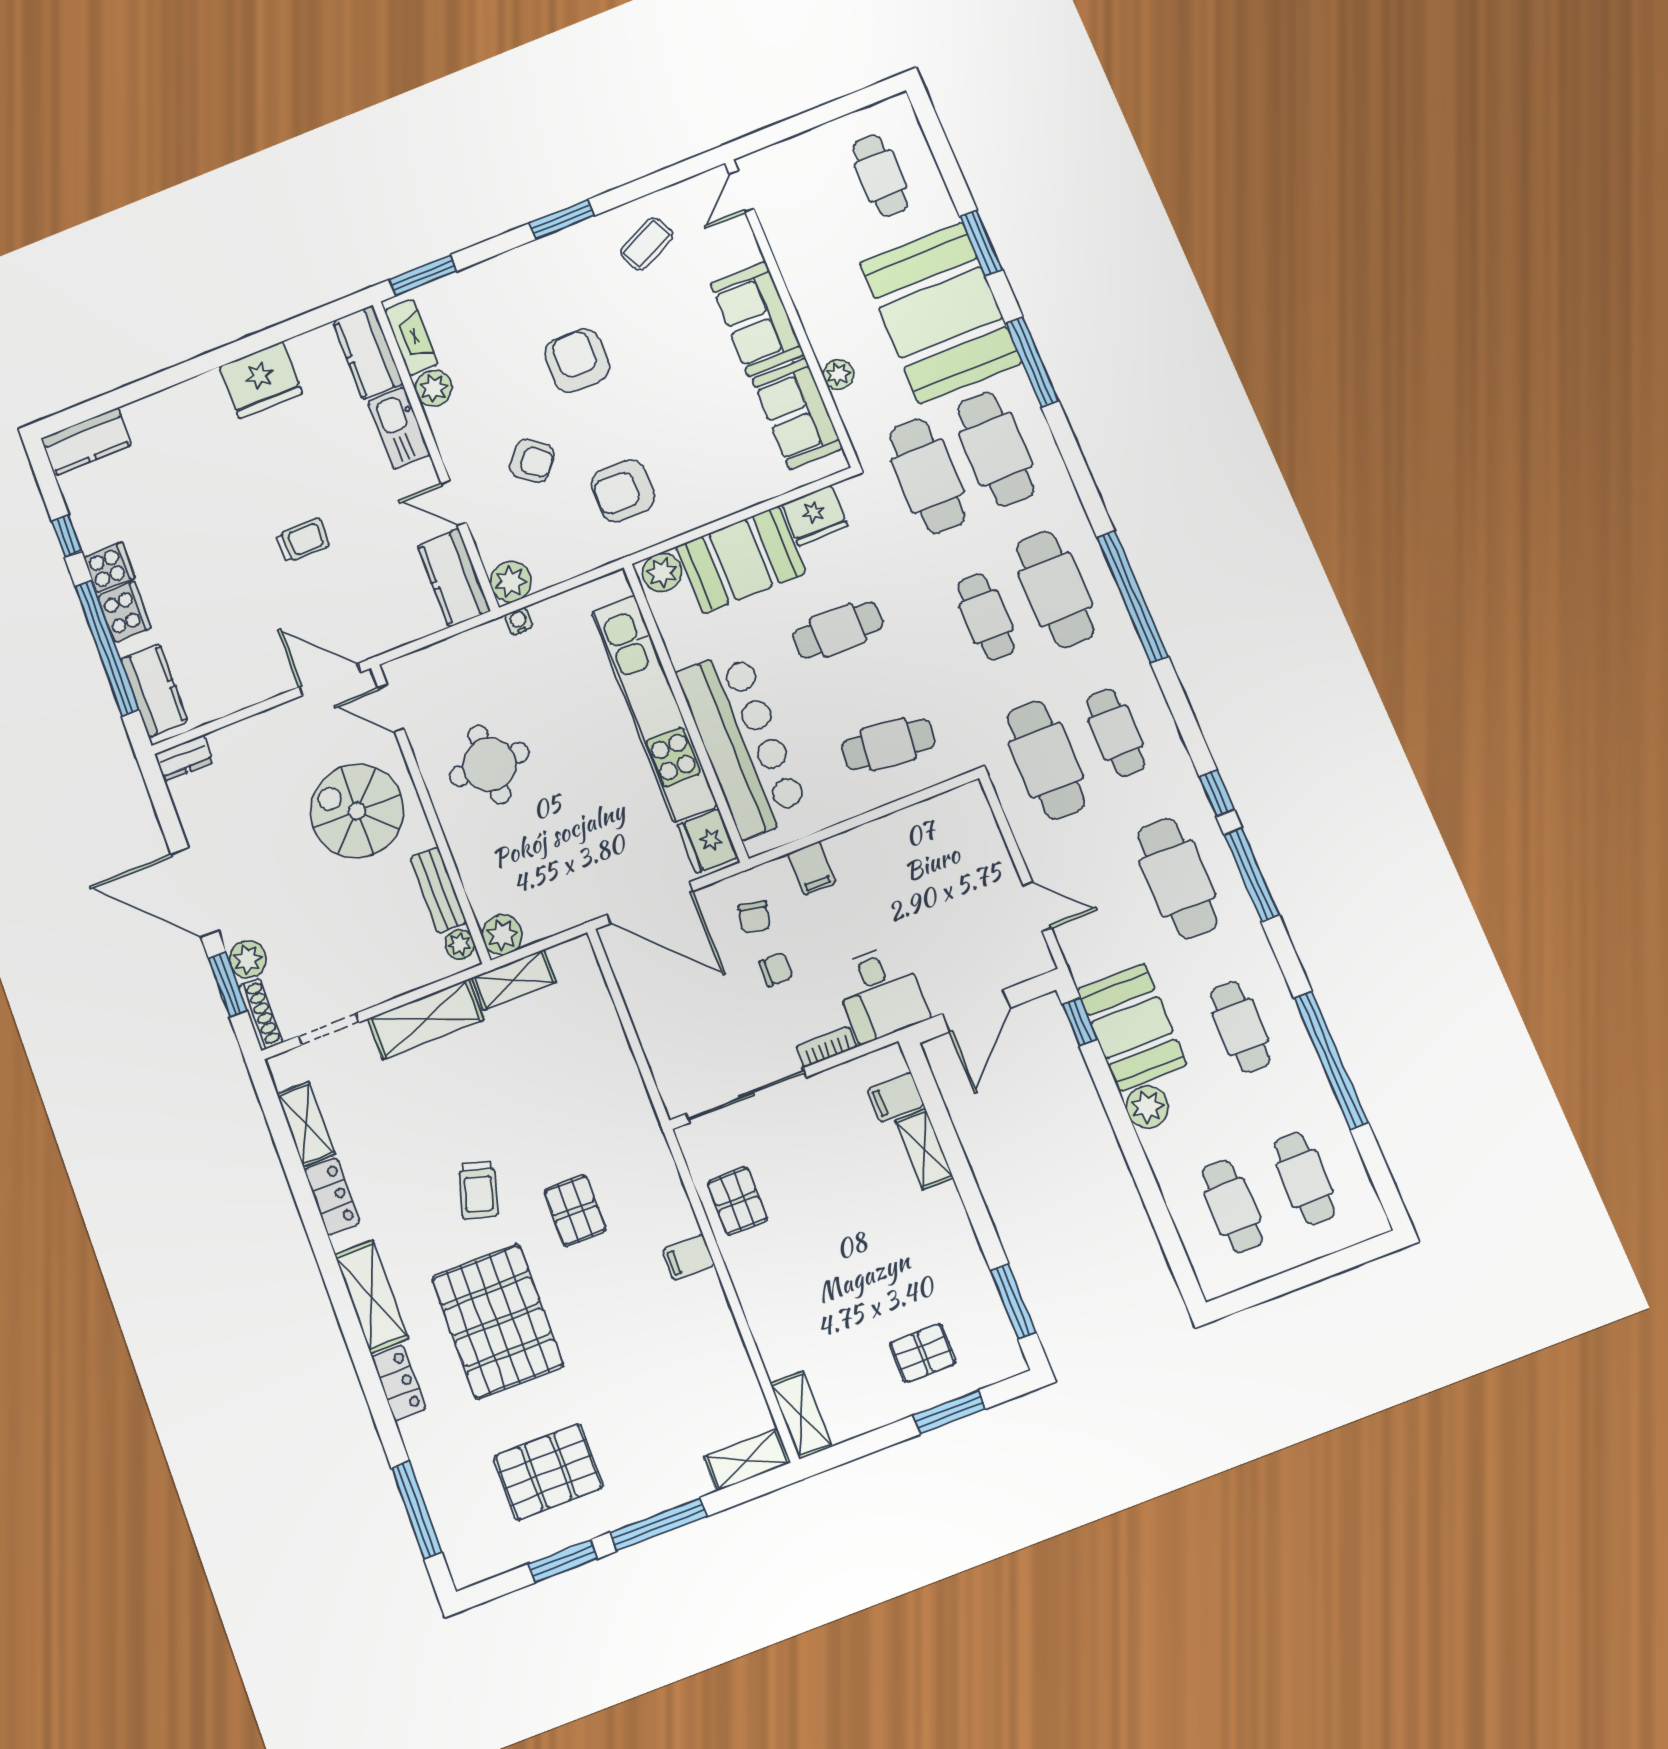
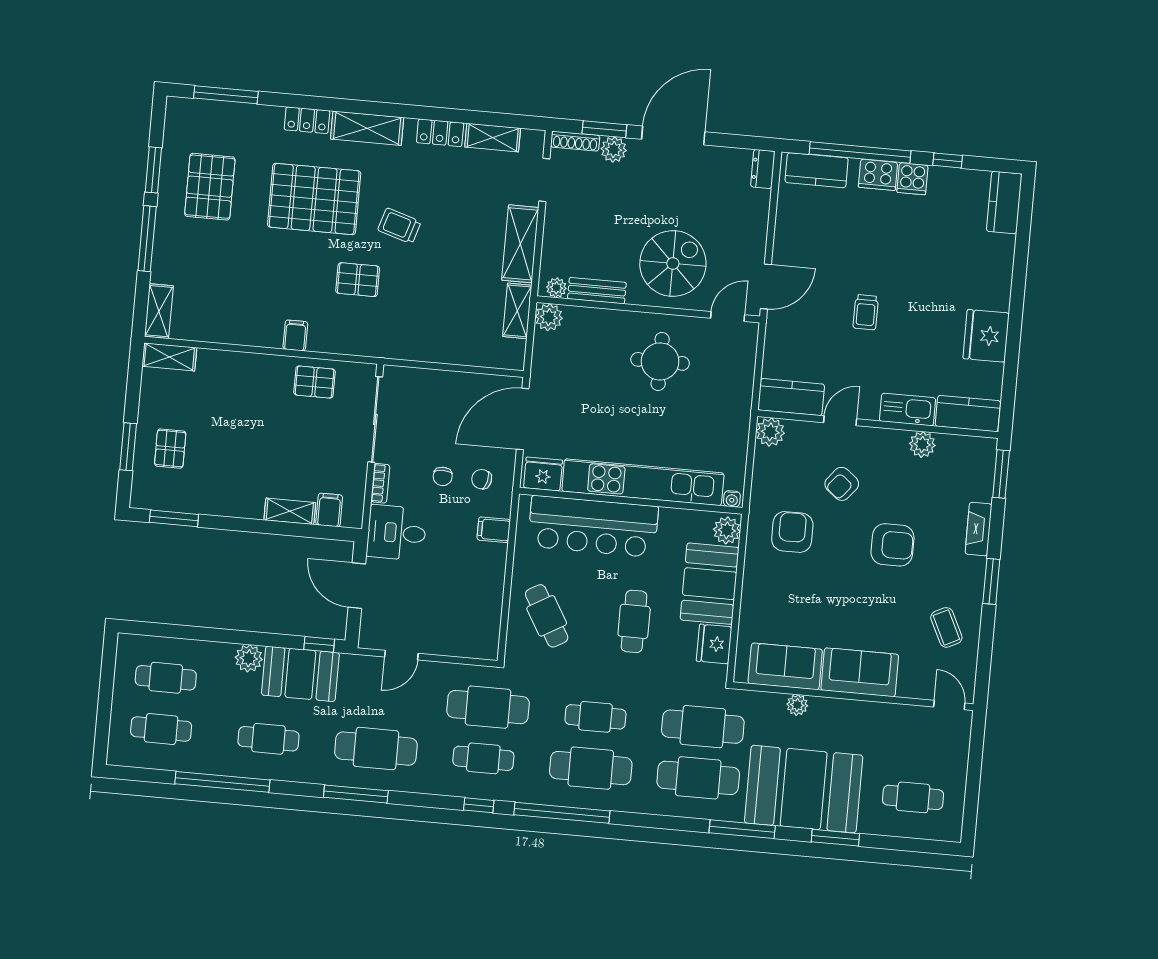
fireplace: (411, 337) -> (978, 529), moved, turned 90
water cooler: (519, 621) -> (732, 499), moved, turned 90
cafe table: (888, 744) -> (547, 616), turned -36
window: (1217, 793) -> (479, 805), moved

